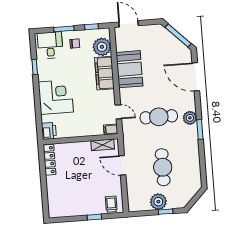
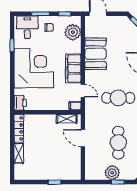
filing cabinet: (104, 73) -> (73, 68), moved
corner desk: (56, 97) -> (34, 68), width x1.36, depth x1.36
shelving: (51, 188) -> (19, 153), added
trolley: (111, 204) -> (70, 172), removed

